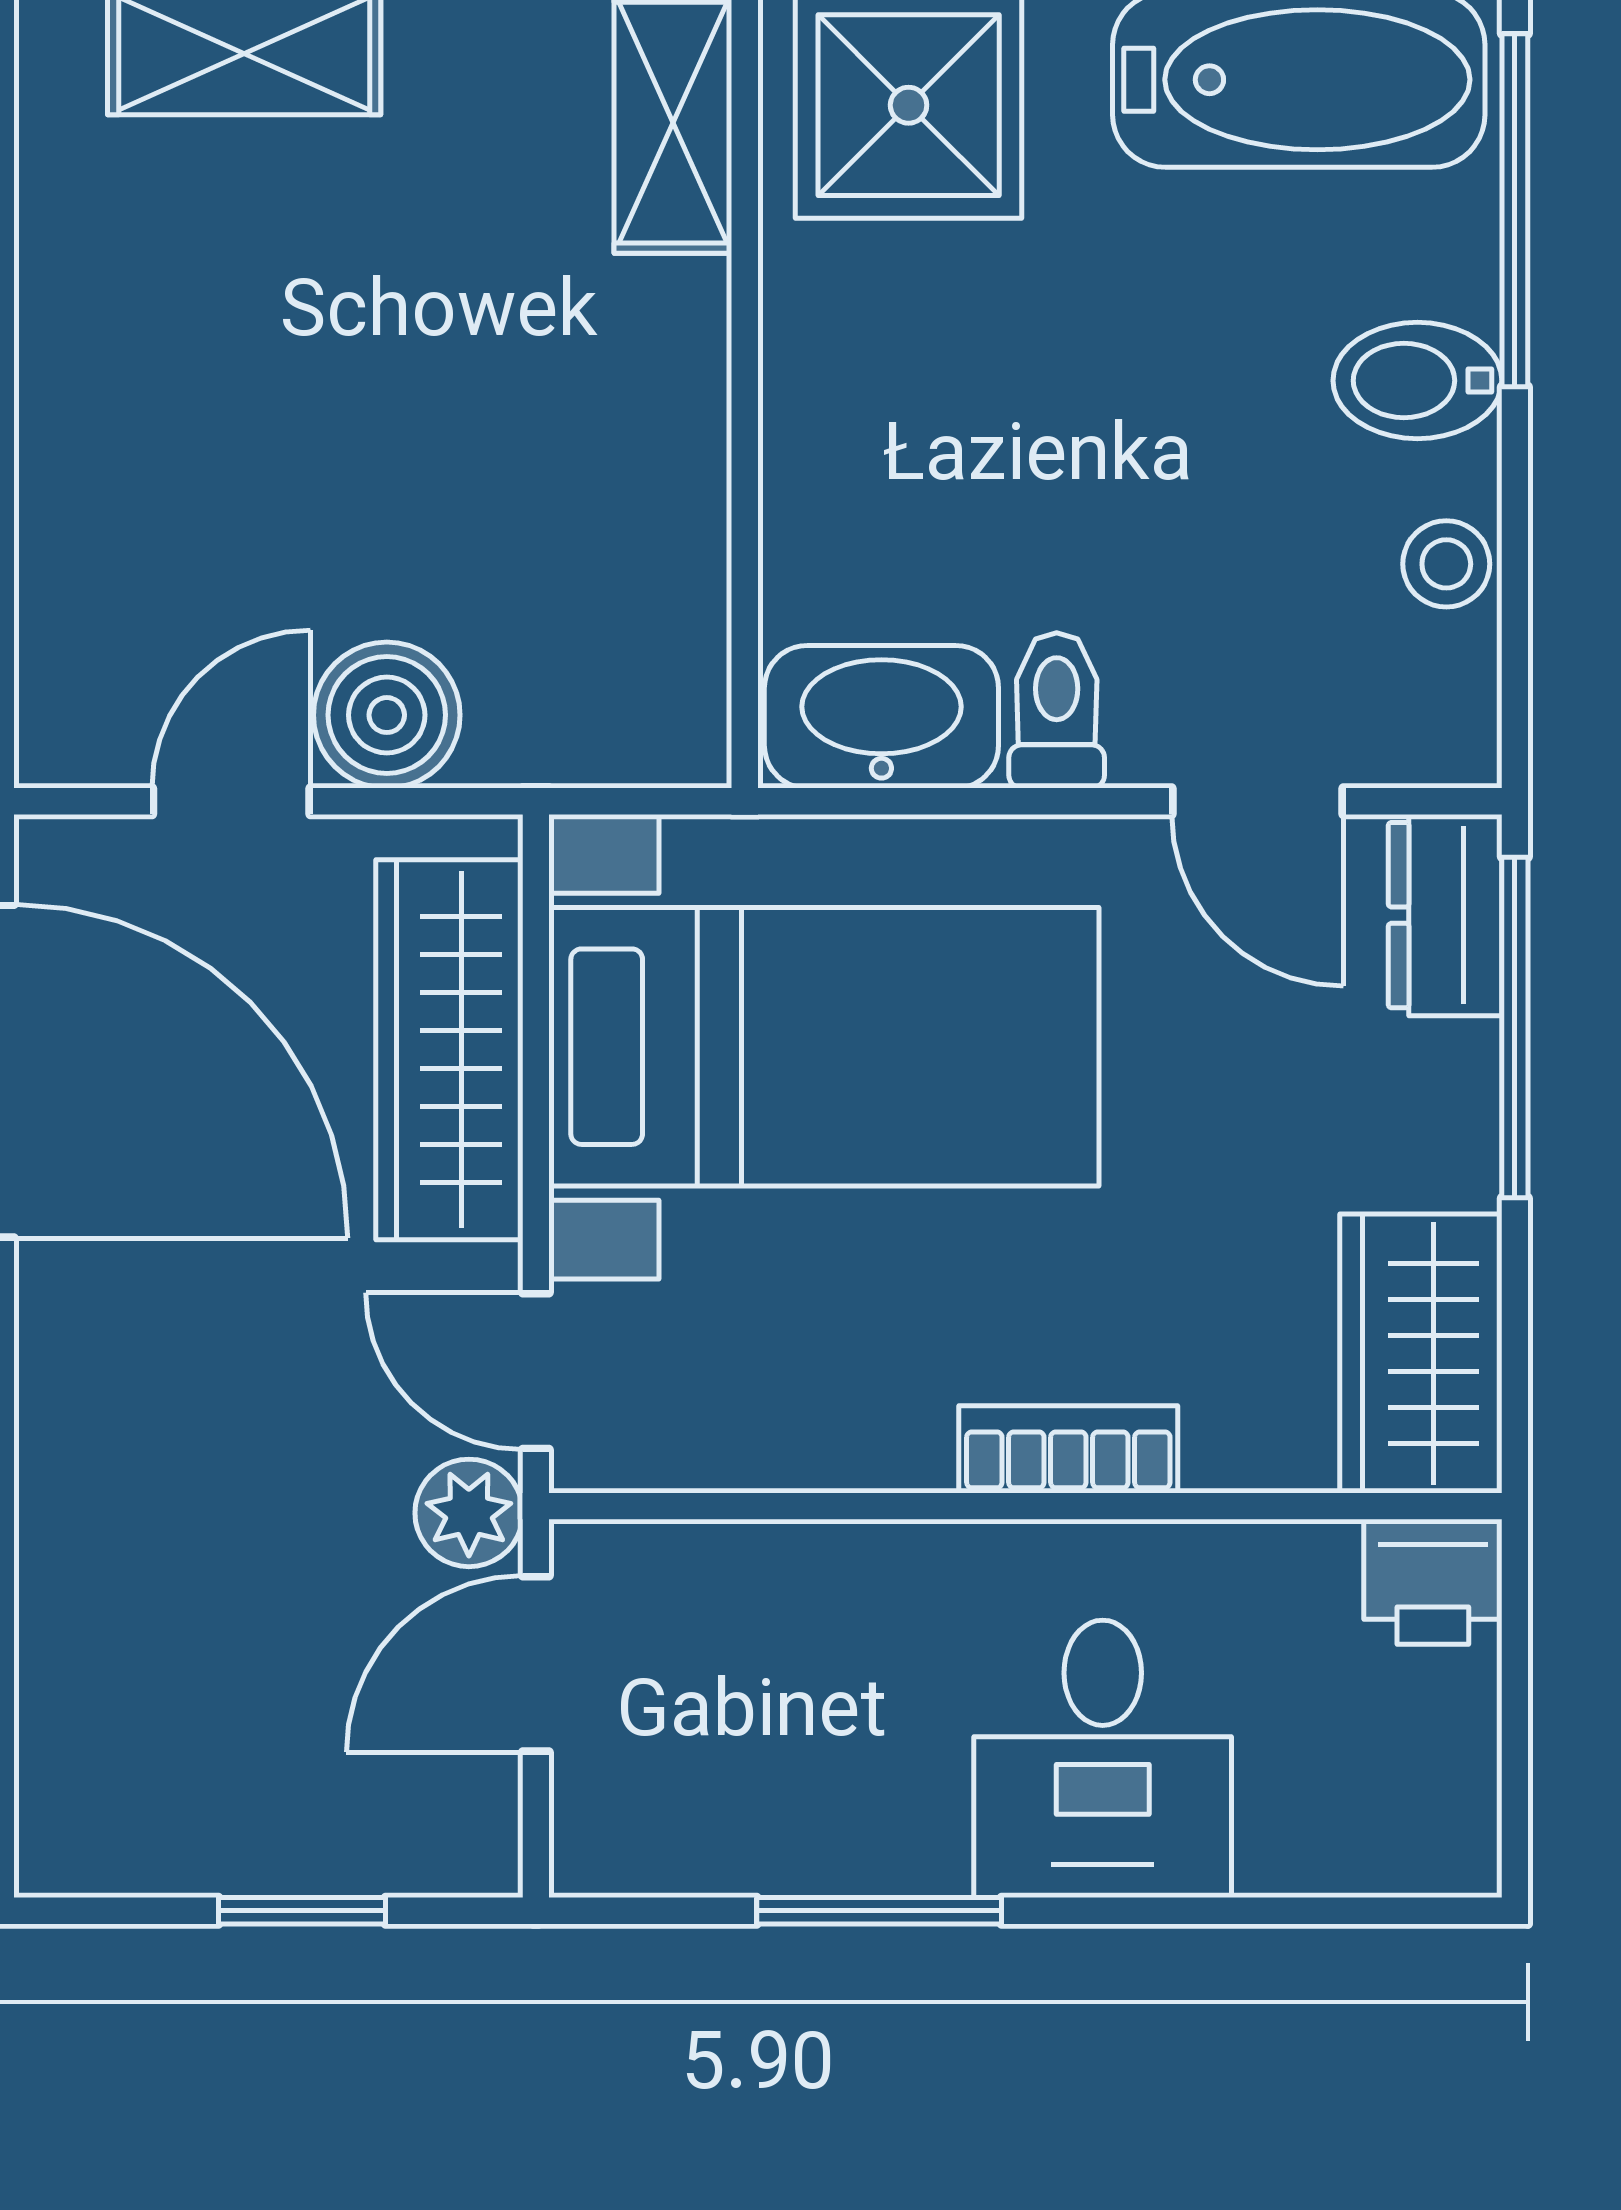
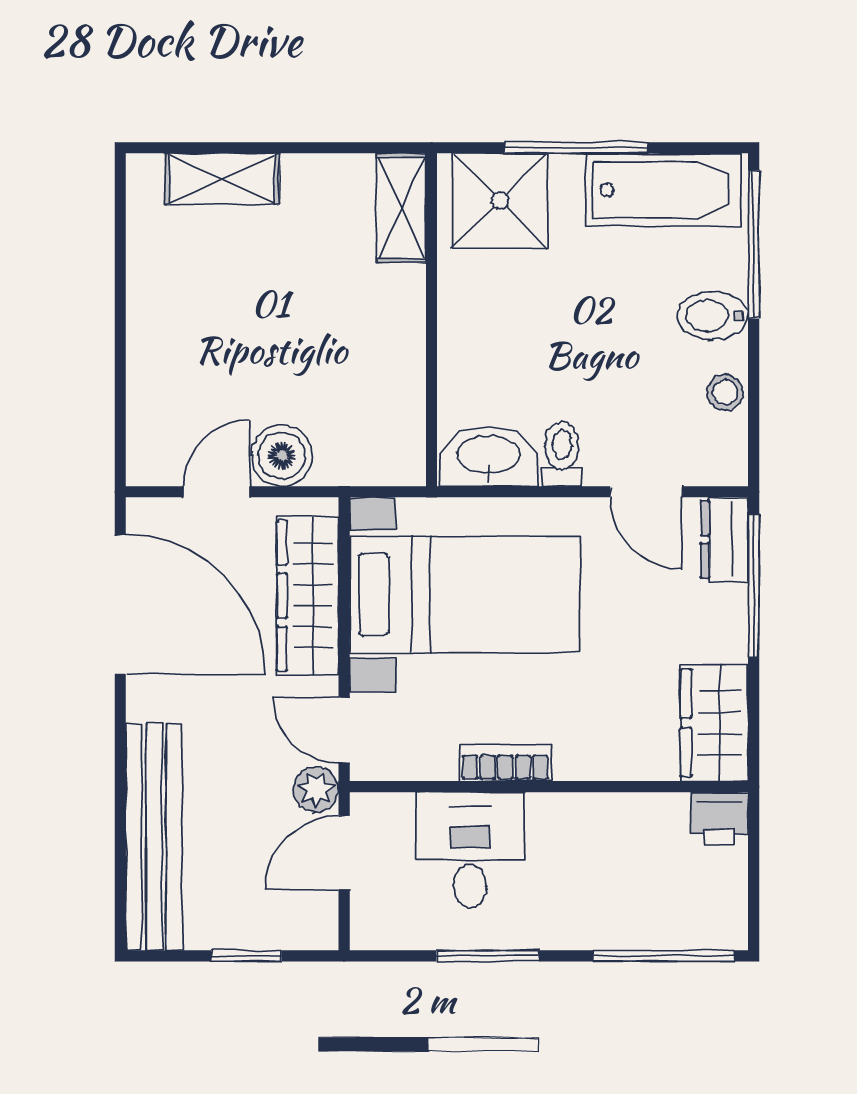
bookcase: (1068, 1449) -> (505, 763), moved
bench: (81, 1626) -> (154, 837), added
desk: (1103, 1759) -> (470, 850), moved, turned 180
window: (1301, 1911) -> (664, 956), added

